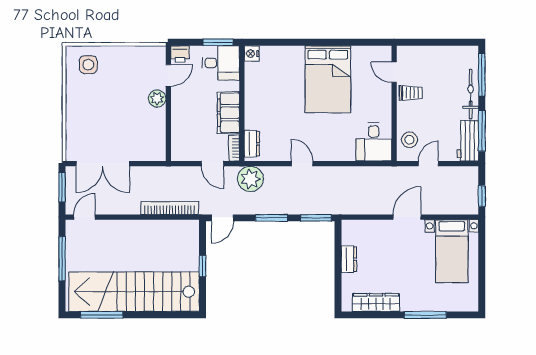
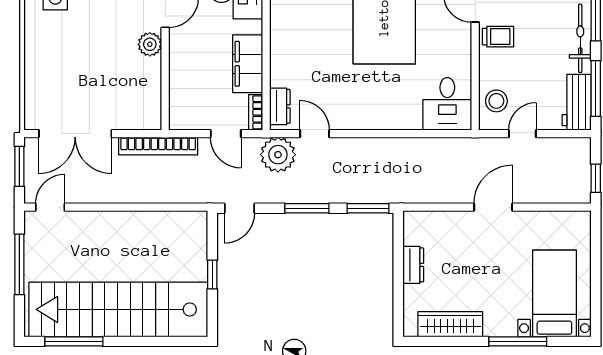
door: (302, 164) -> (315, 134), moved
bookcase: (170, 208) -> (158, 146), moved, turned 180
bed with nightstands: (452, 251) -> (554, 293), moved, turned 180

